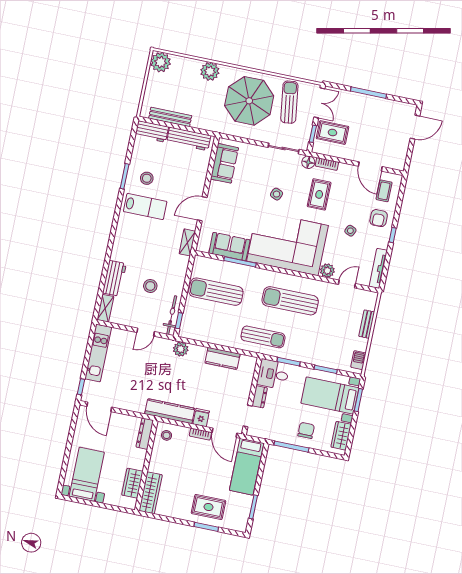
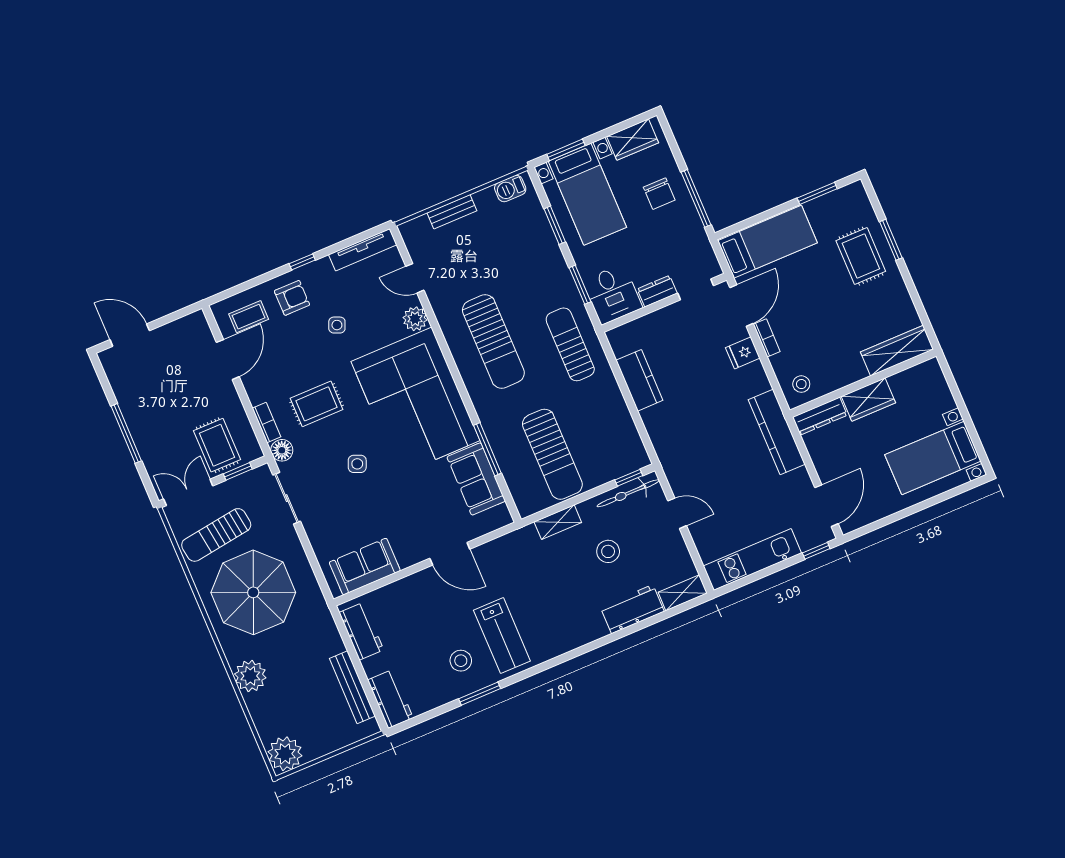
workbench: (189, 139) -> (361, 631), width x0.73
lab bench: (145, 207) -> (502, 636), turned 180
shelving: (187, 242) -> (558, 522), moved
plant: (181, 349) -> (667, 448), removed
kitchen counter: (170, 411) -> (777, 432), moved
chair: (306, 430) -> (659, 194), turned -90
wardrobe: (132, 483) -> (868, 400), moved

